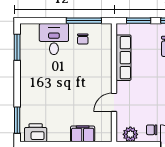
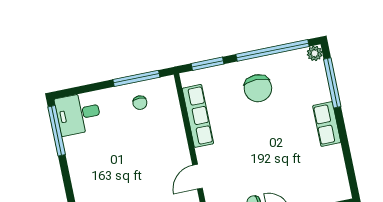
desk: (54, 39) -> (78, 114), moved, turned -90
window: (17, 47) -> (57, 131), width x1.44

